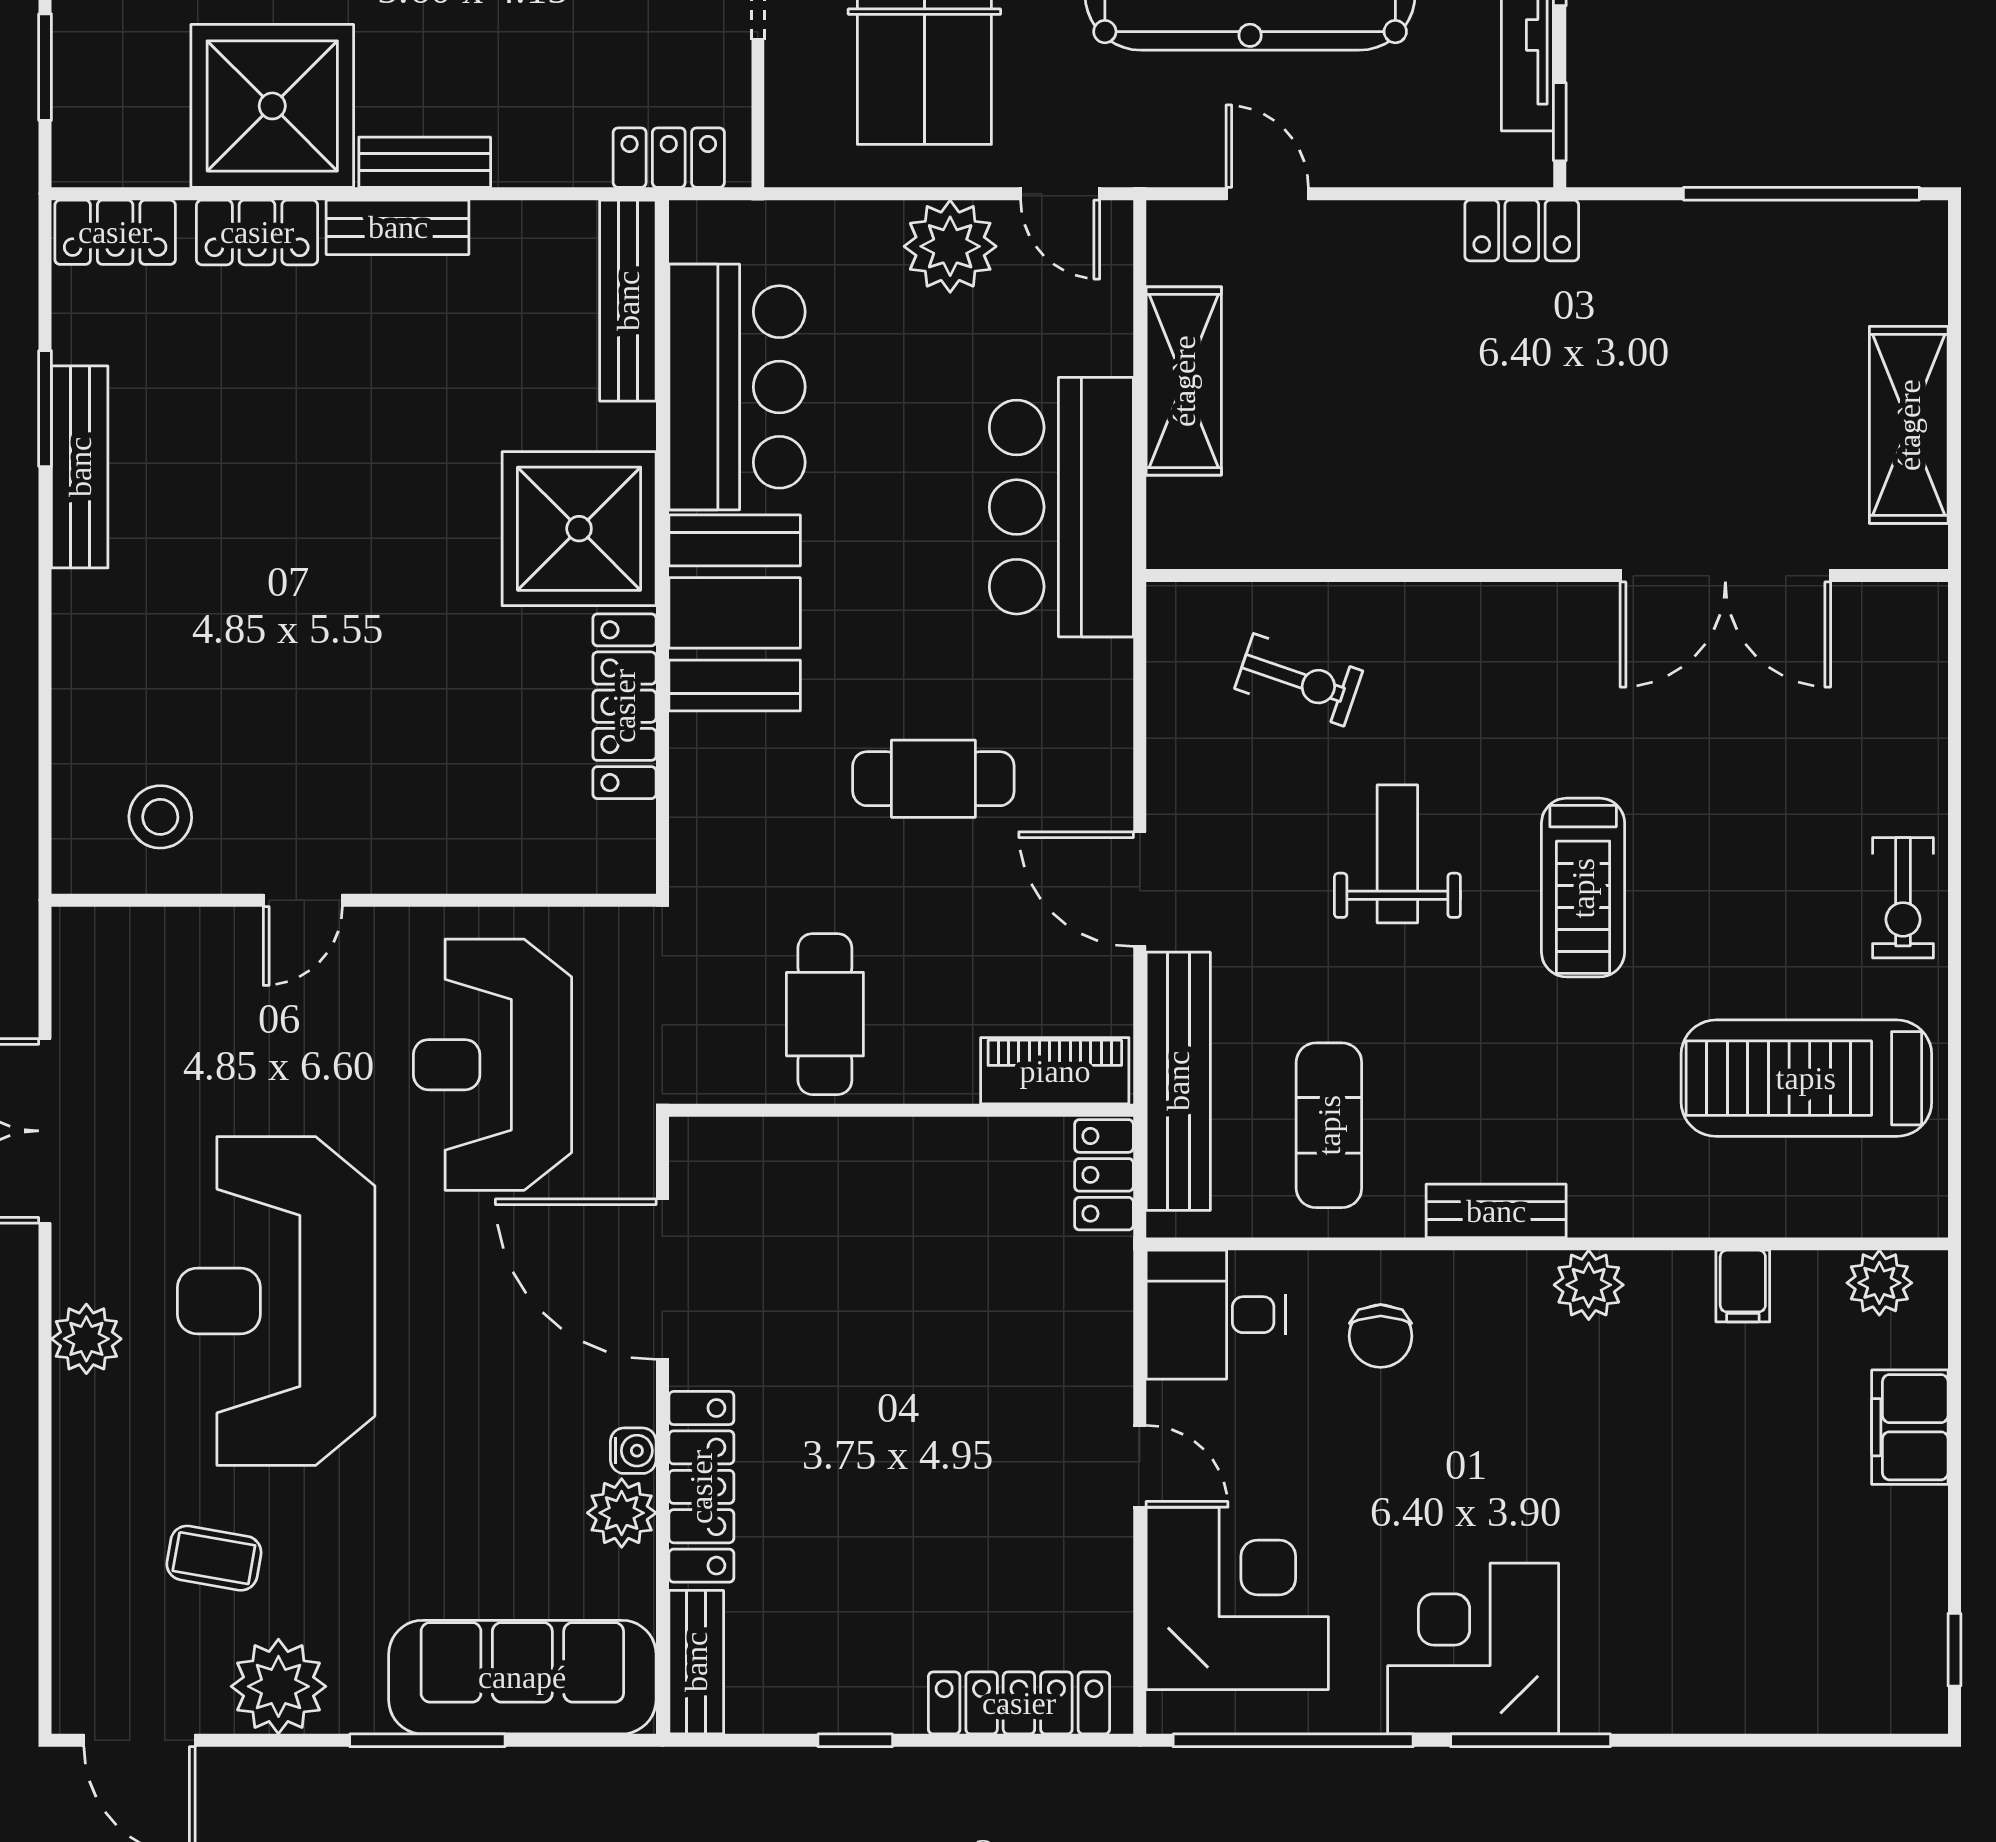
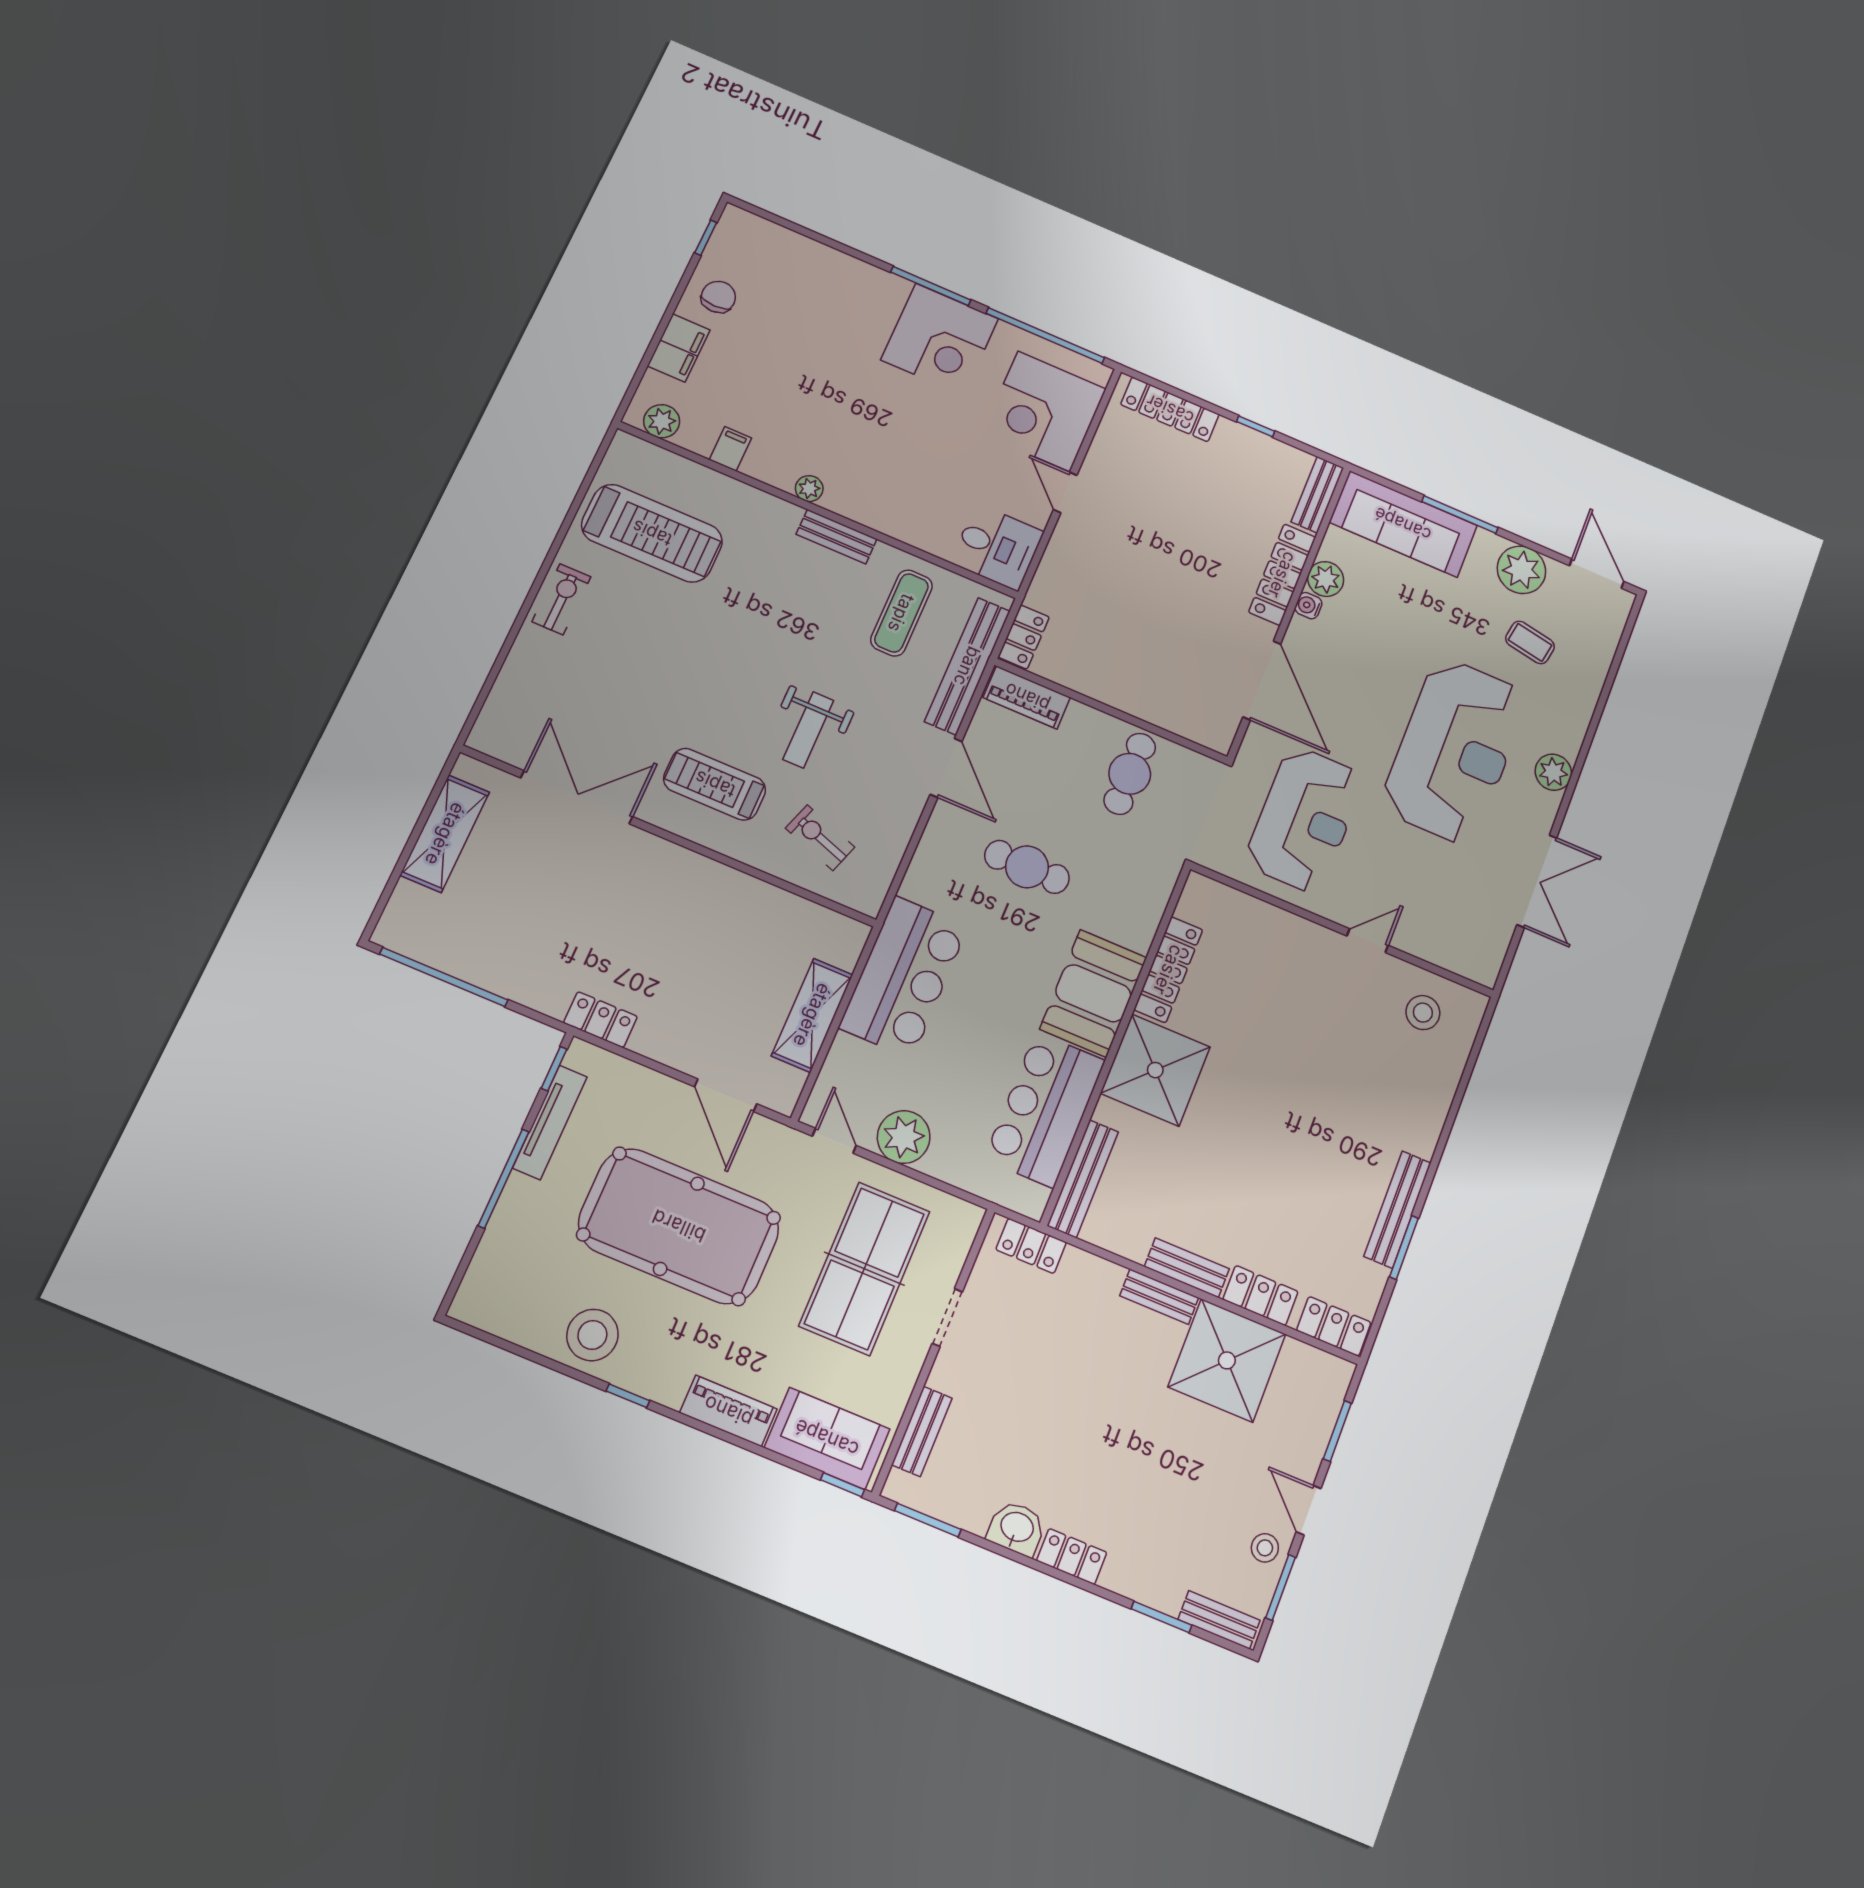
door: (1267, 194) -> (726, 1095), width x1.37
treadmill: (1583, 888) -> (715, 784), moved, turned -90
plant: (1589, 1285) -> (809, 489), width x0.73, depth x0.73
chair: (1381, 1336) -> (718, 297), moved

